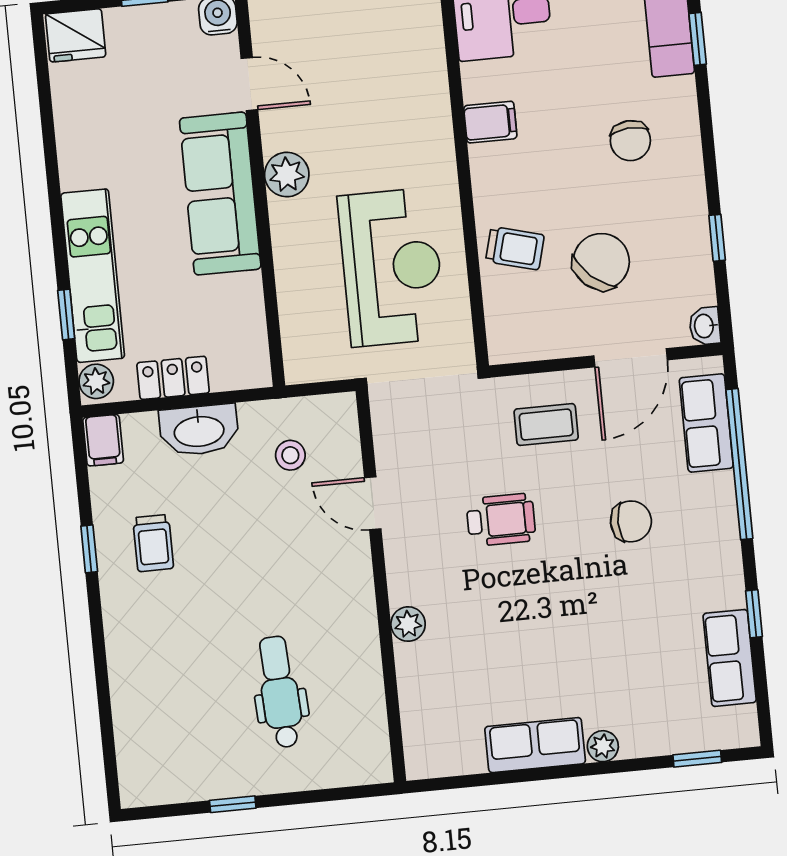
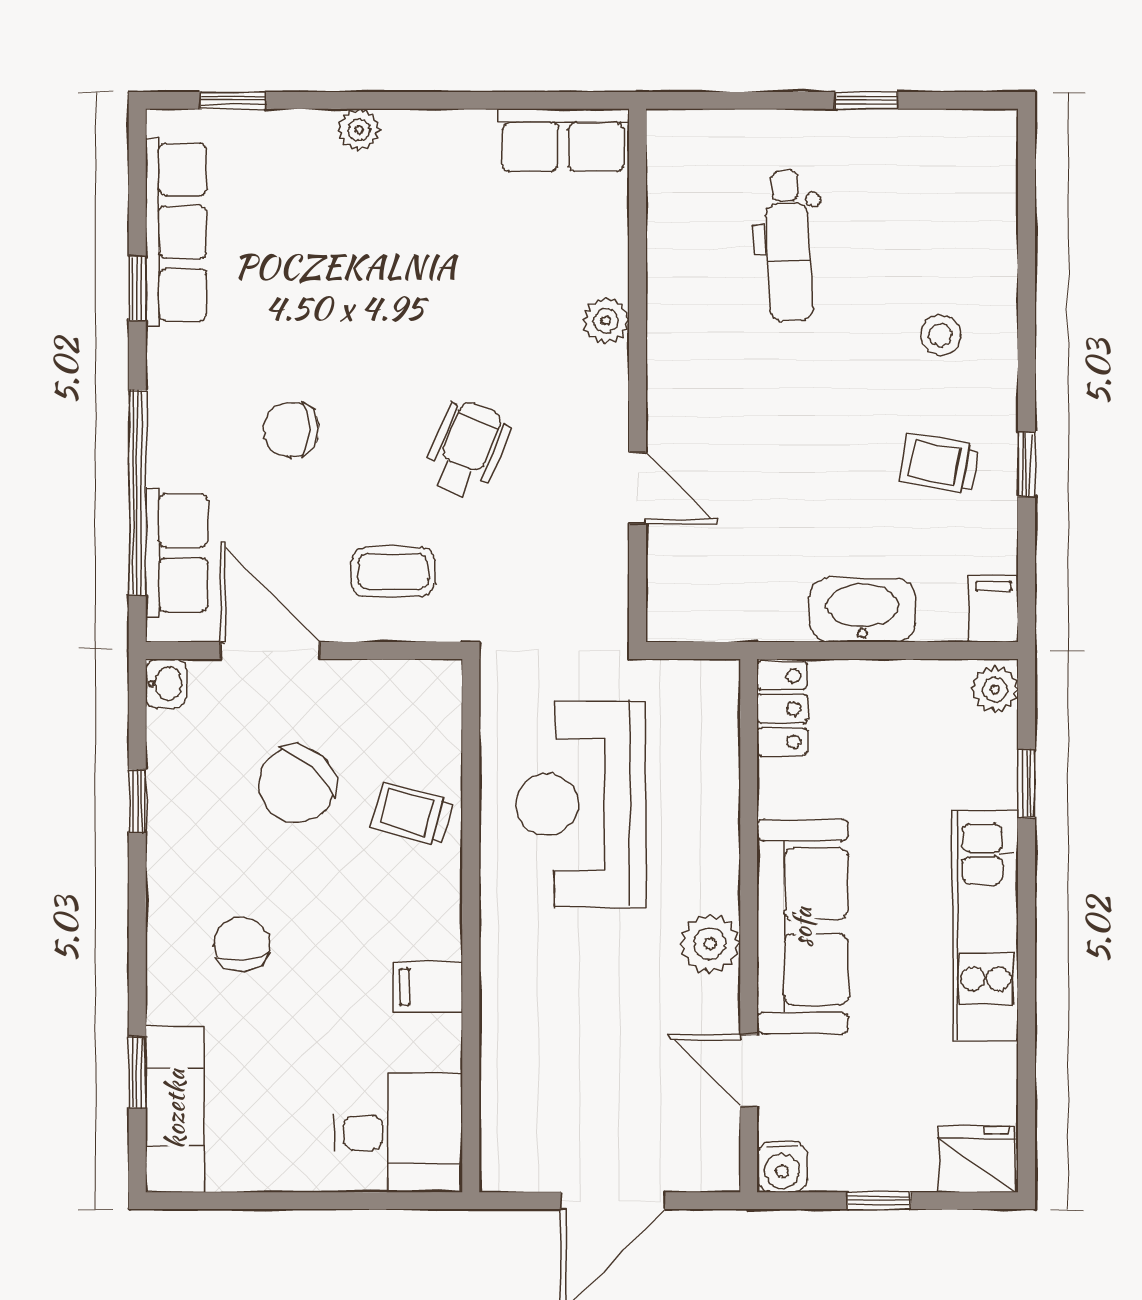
kitchen unit: (93, 276) -> (986, 926), moved
door: (631, 358) -> (270, 651), hinge flipped
locker: (173, 378) -> (782, 709), moved, turned -90
stool: (290, 455) -> (941, 335), moved
wheelchair: (501, 520) -> (467, 449), turned 113
trolley: (153, 543) -> (939, 464), turned -79
row of seats: (730, 658) -> (176, 232), width x1.48
row of seats: (535, 745) -> (563, 140), moved

